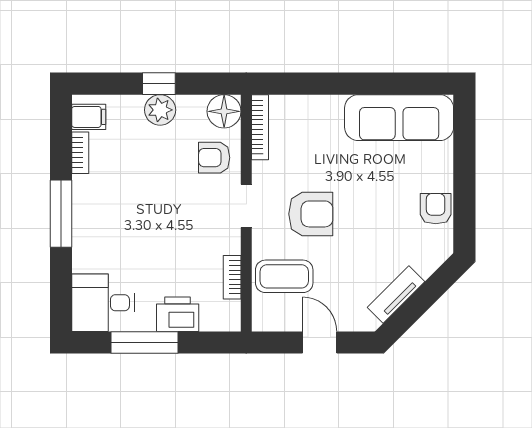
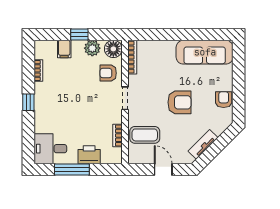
plant: (160, 110) -> (92, 48), moved
filing cabinet: (89, 117) -> (64, 49), moved, turned 90
window: (61, 214) -> (28, 102), width x0.46
armchair: (311, 214) -> (180, 102), moved

